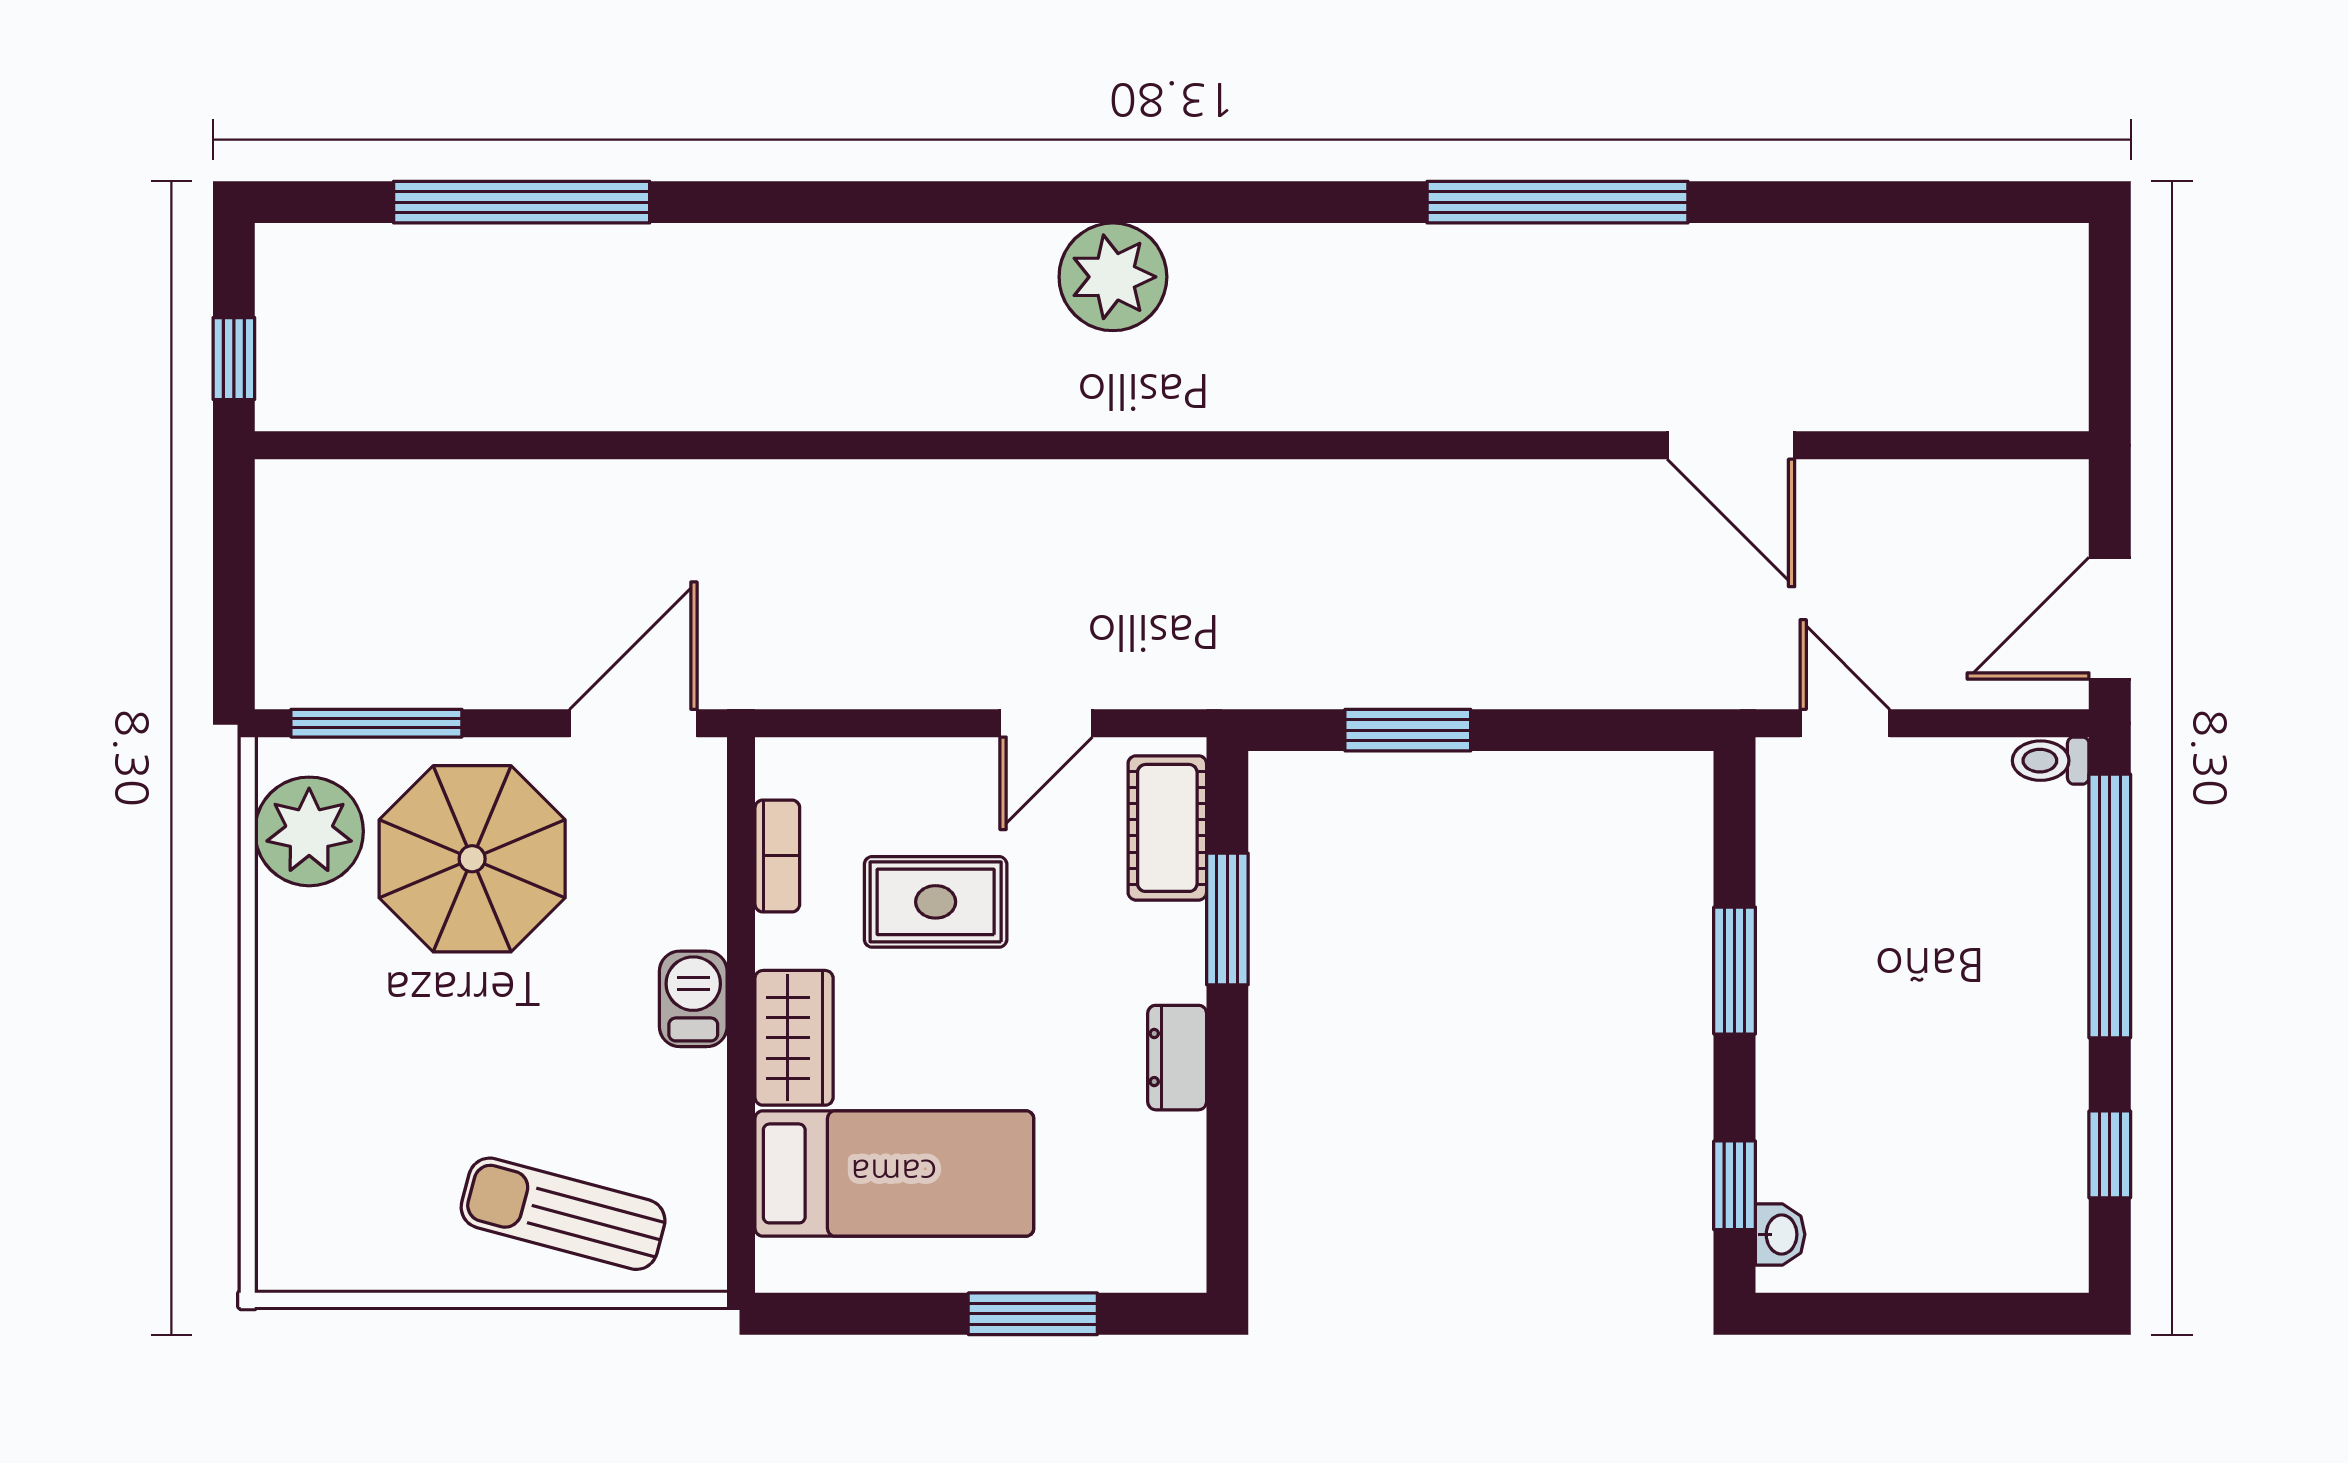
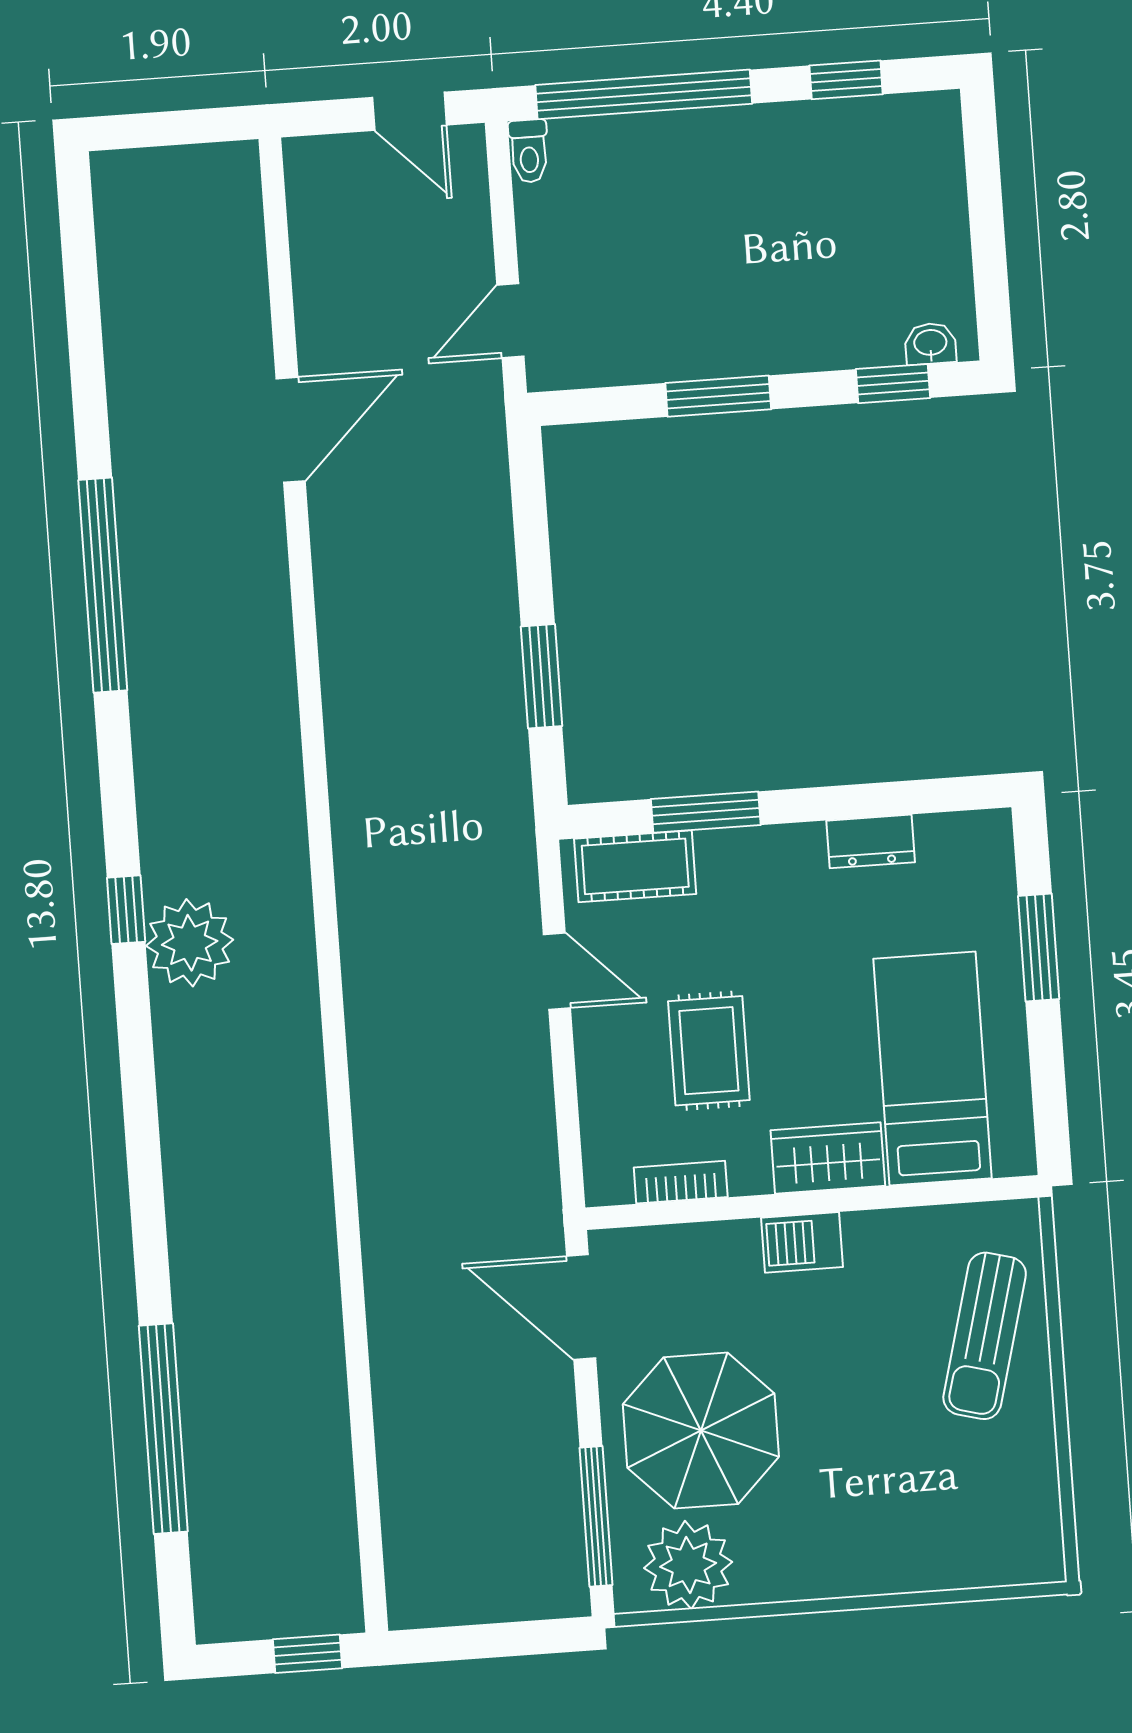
window: (1159, 202) -> (126, 910), added
door: (2110, 618) -> (409, 111), width x0.73
dresser: (1177, 1058) -> (871, 841), moved

